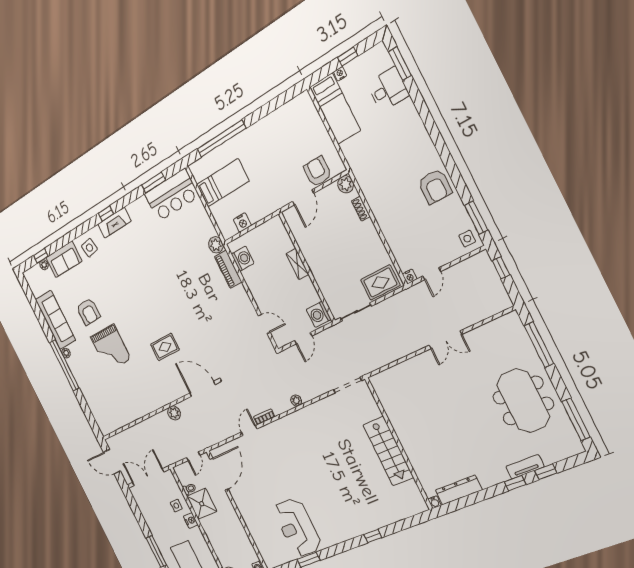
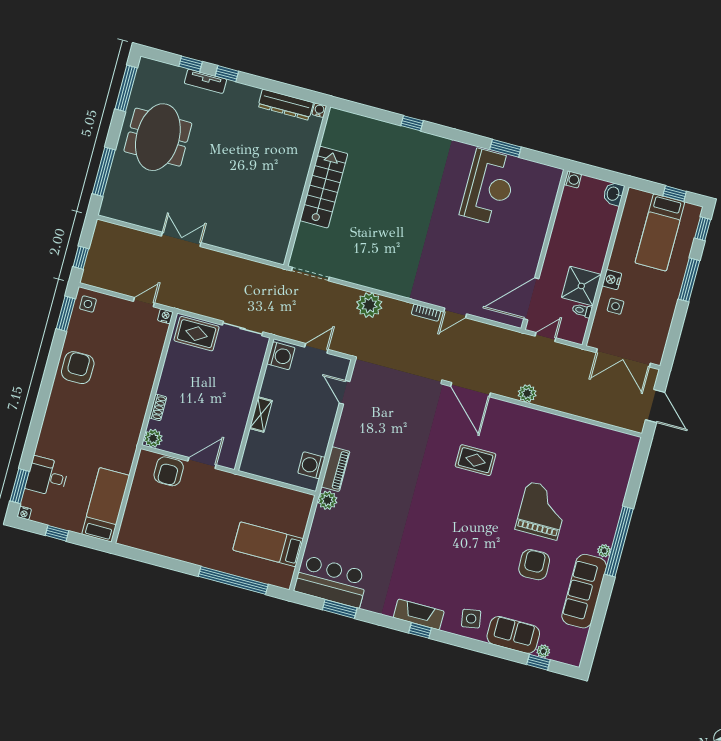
nightstand: (340, 74) -> (24, 513), moved
nightstand: (242, 223) -> (281, 495), removed
plant: (296, 401) -> (369, 305), width x1.88, depth x1.88

